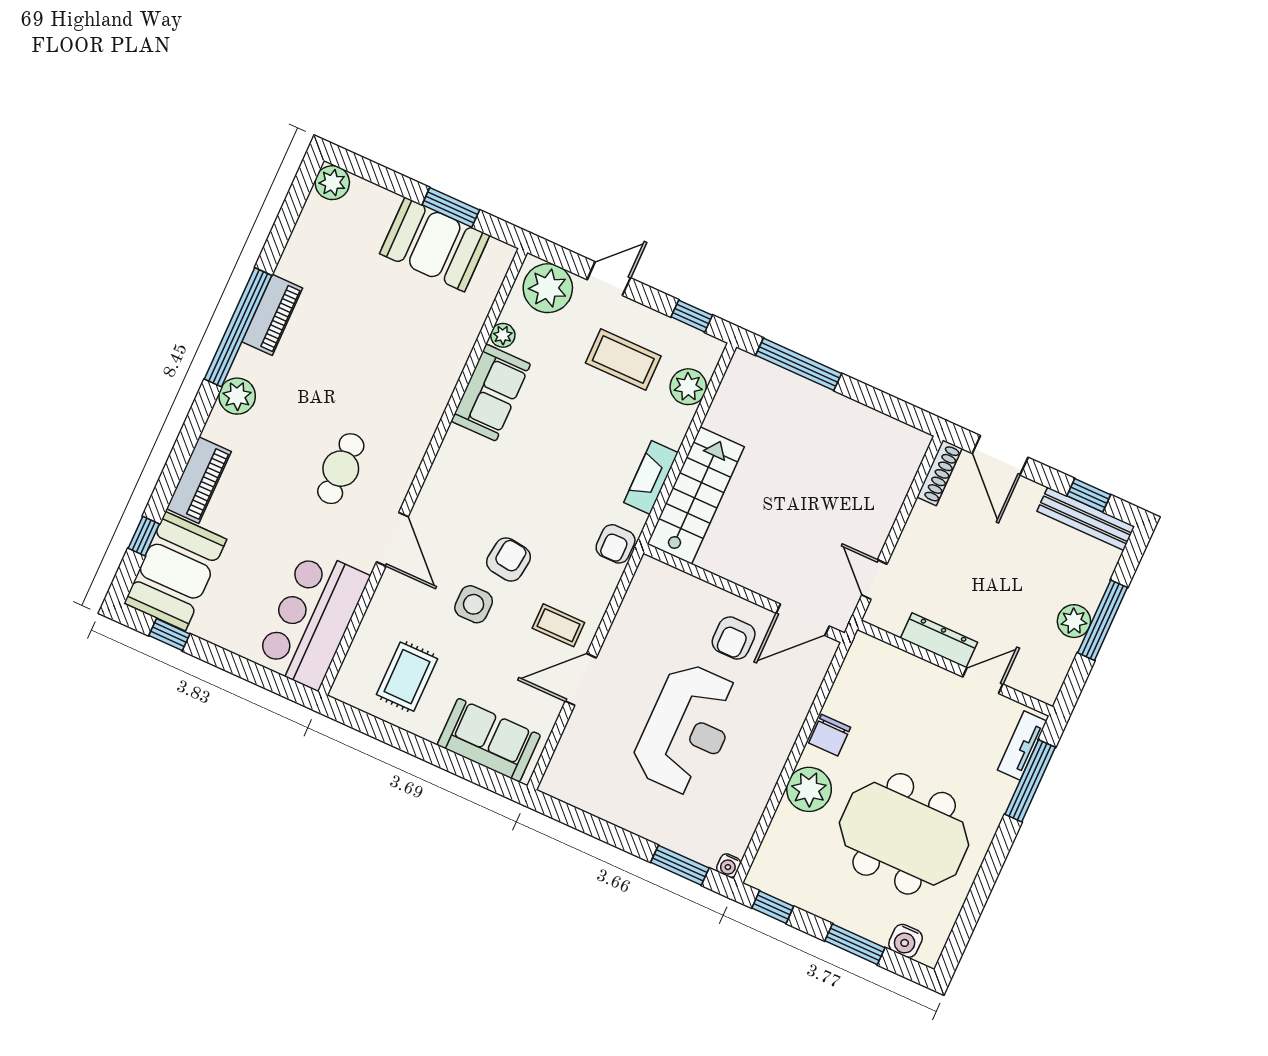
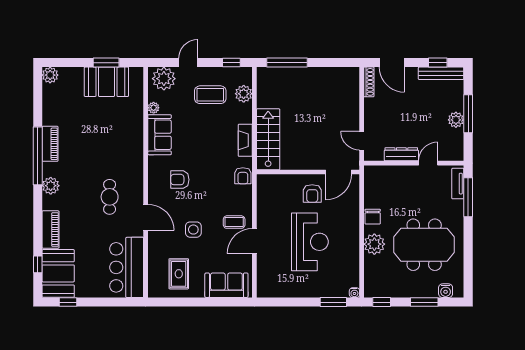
armchair: (509, 560) -> (180, 180), moved, turned -97

